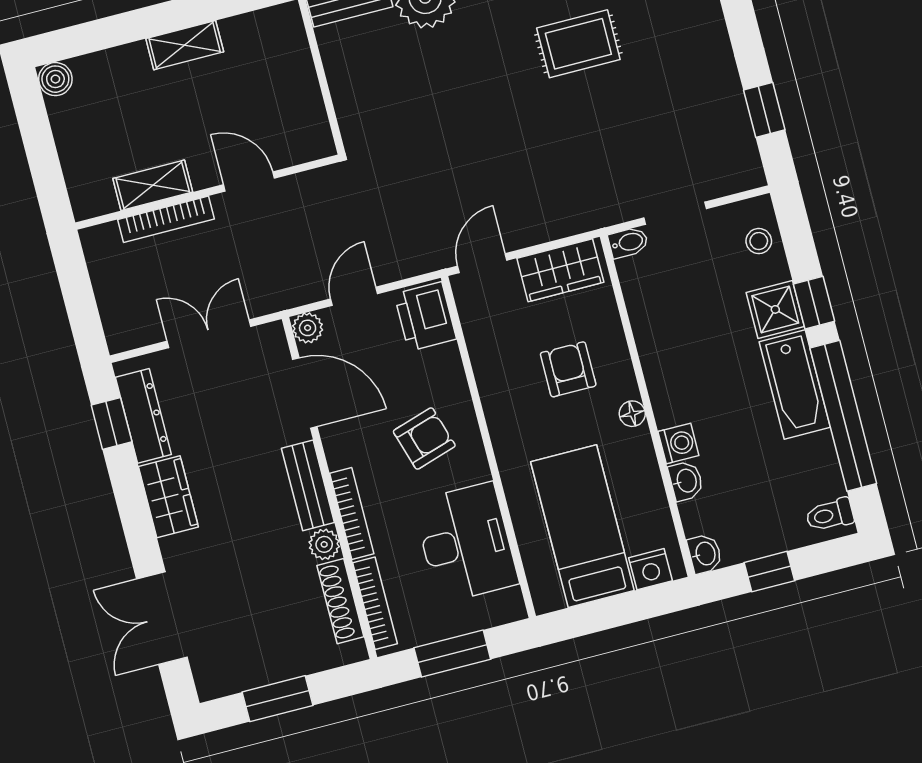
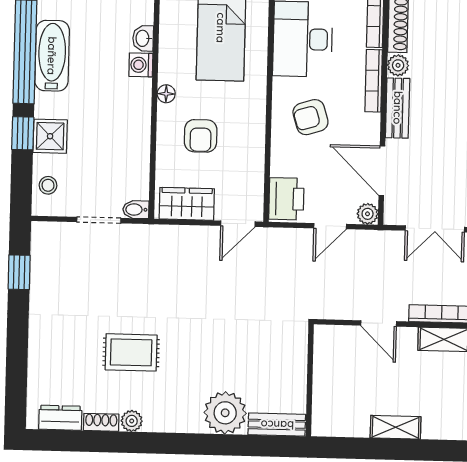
bathtub: (795, 384) -> (52, 56), moved

